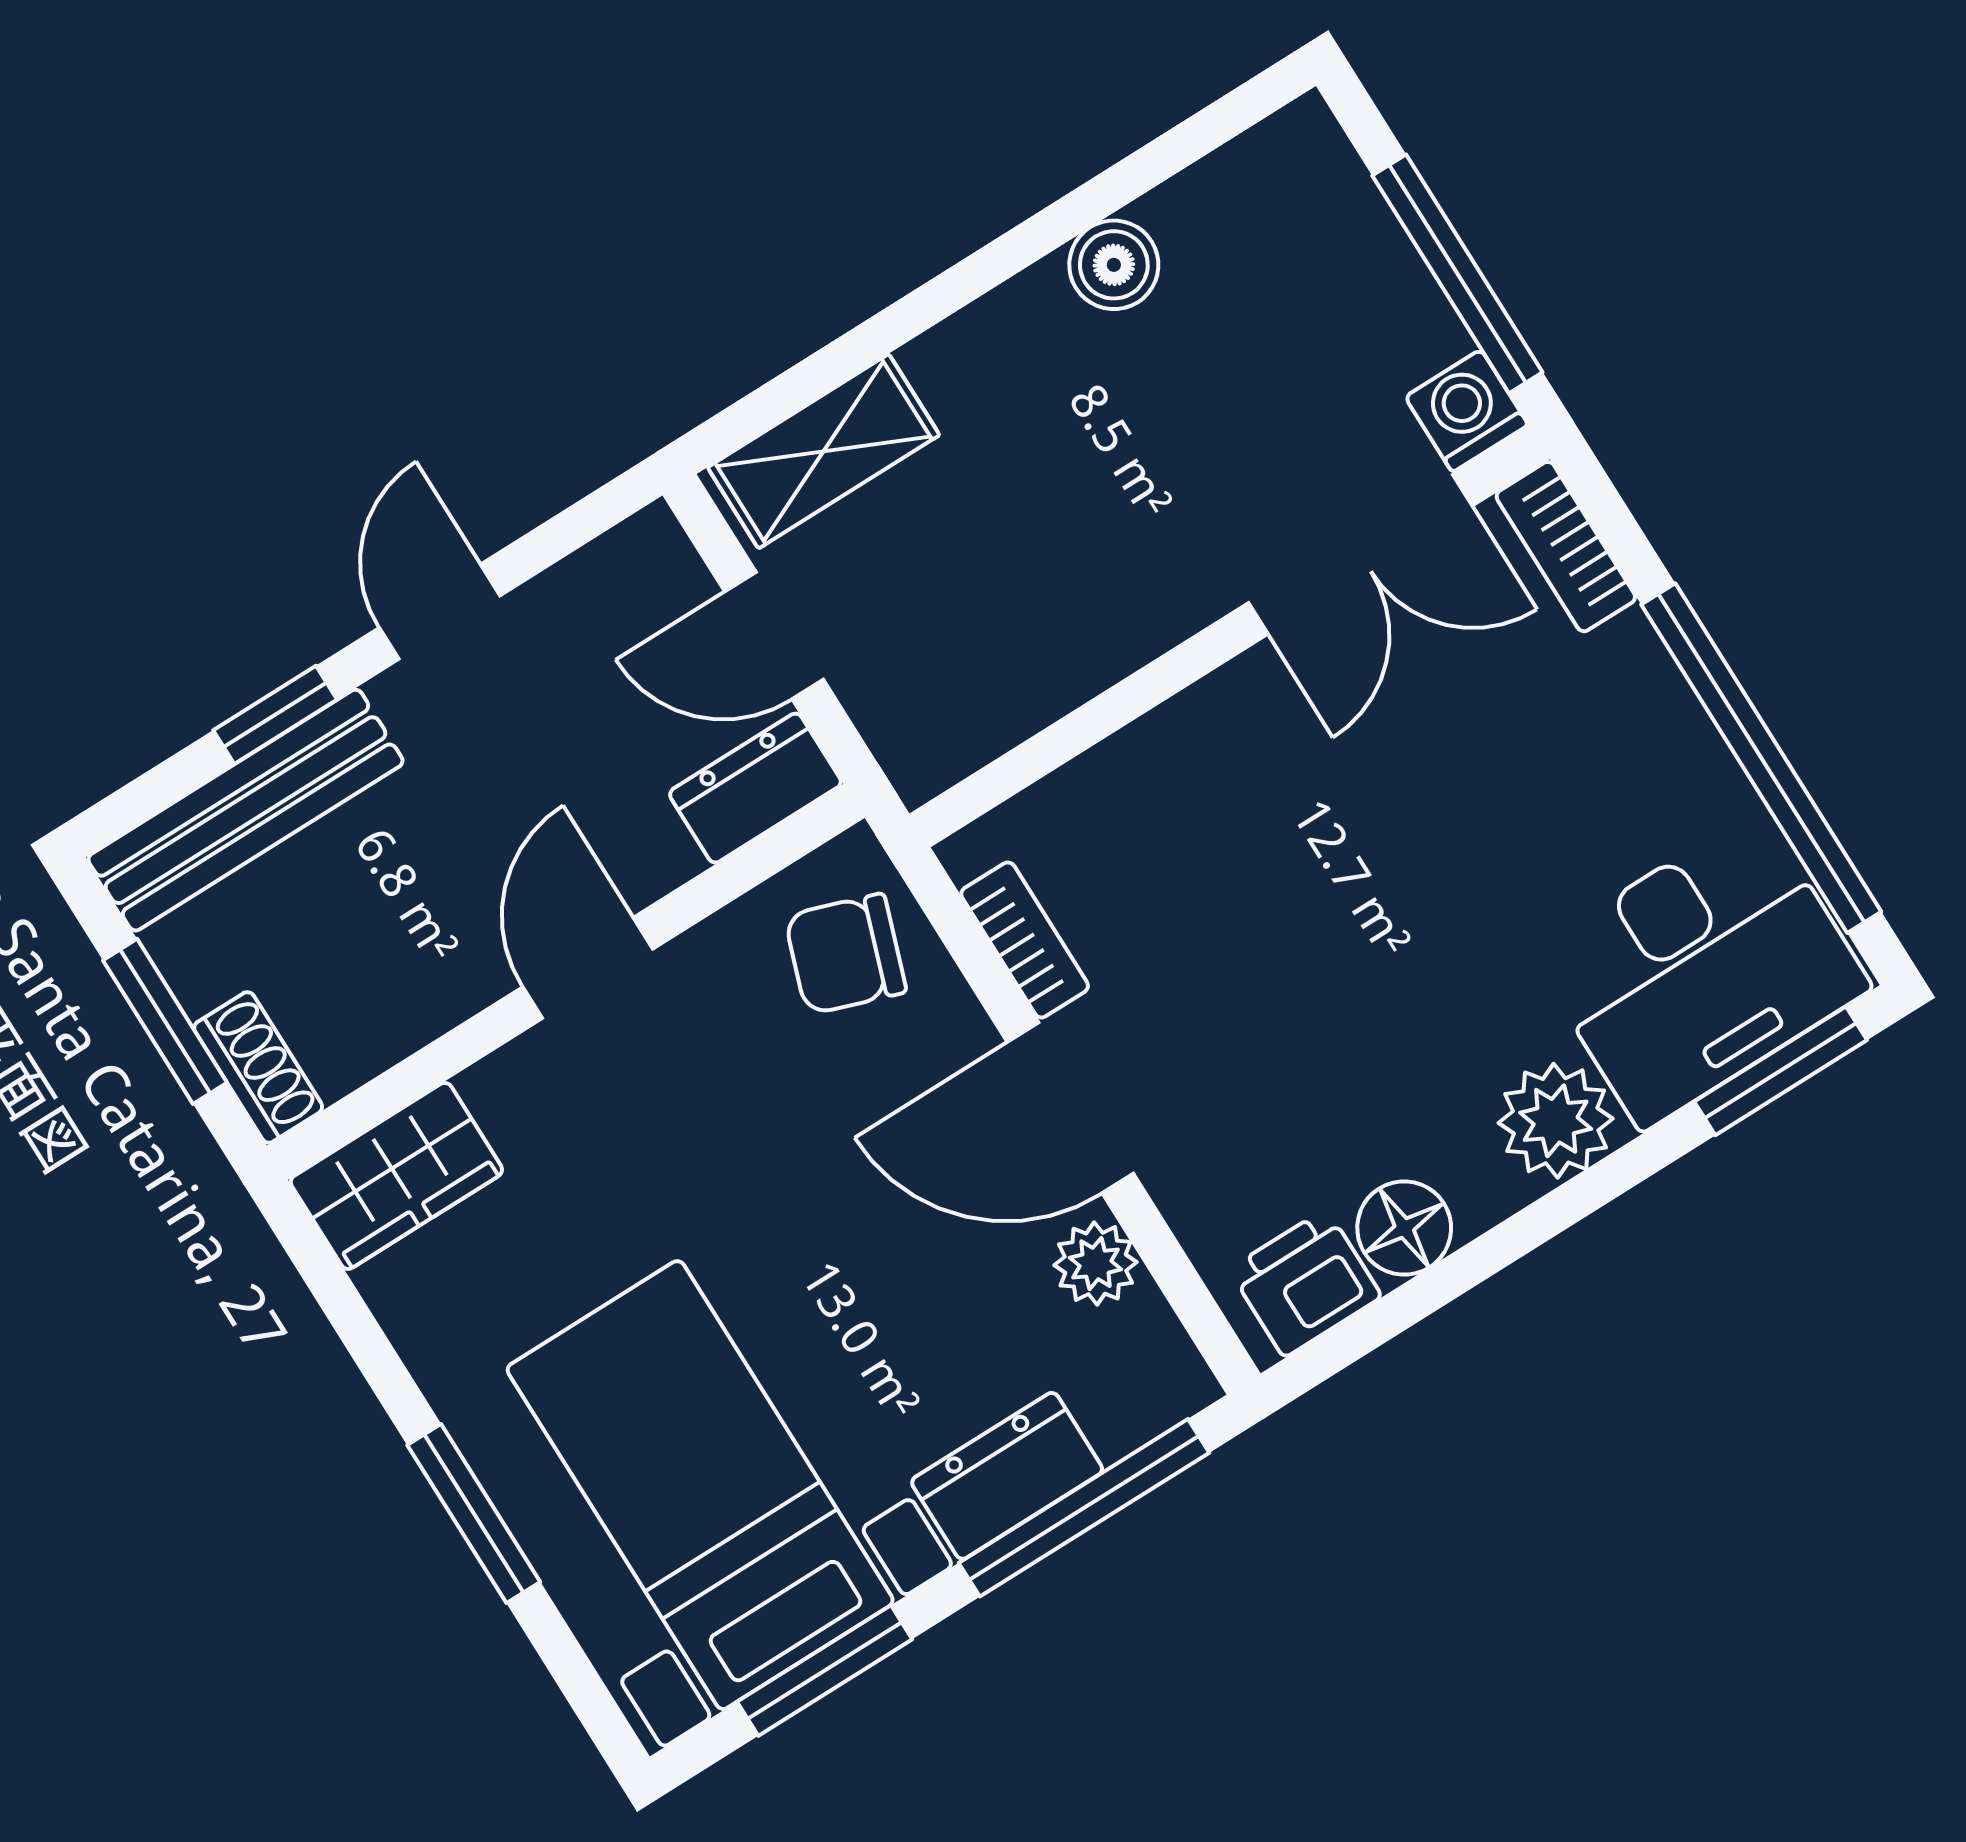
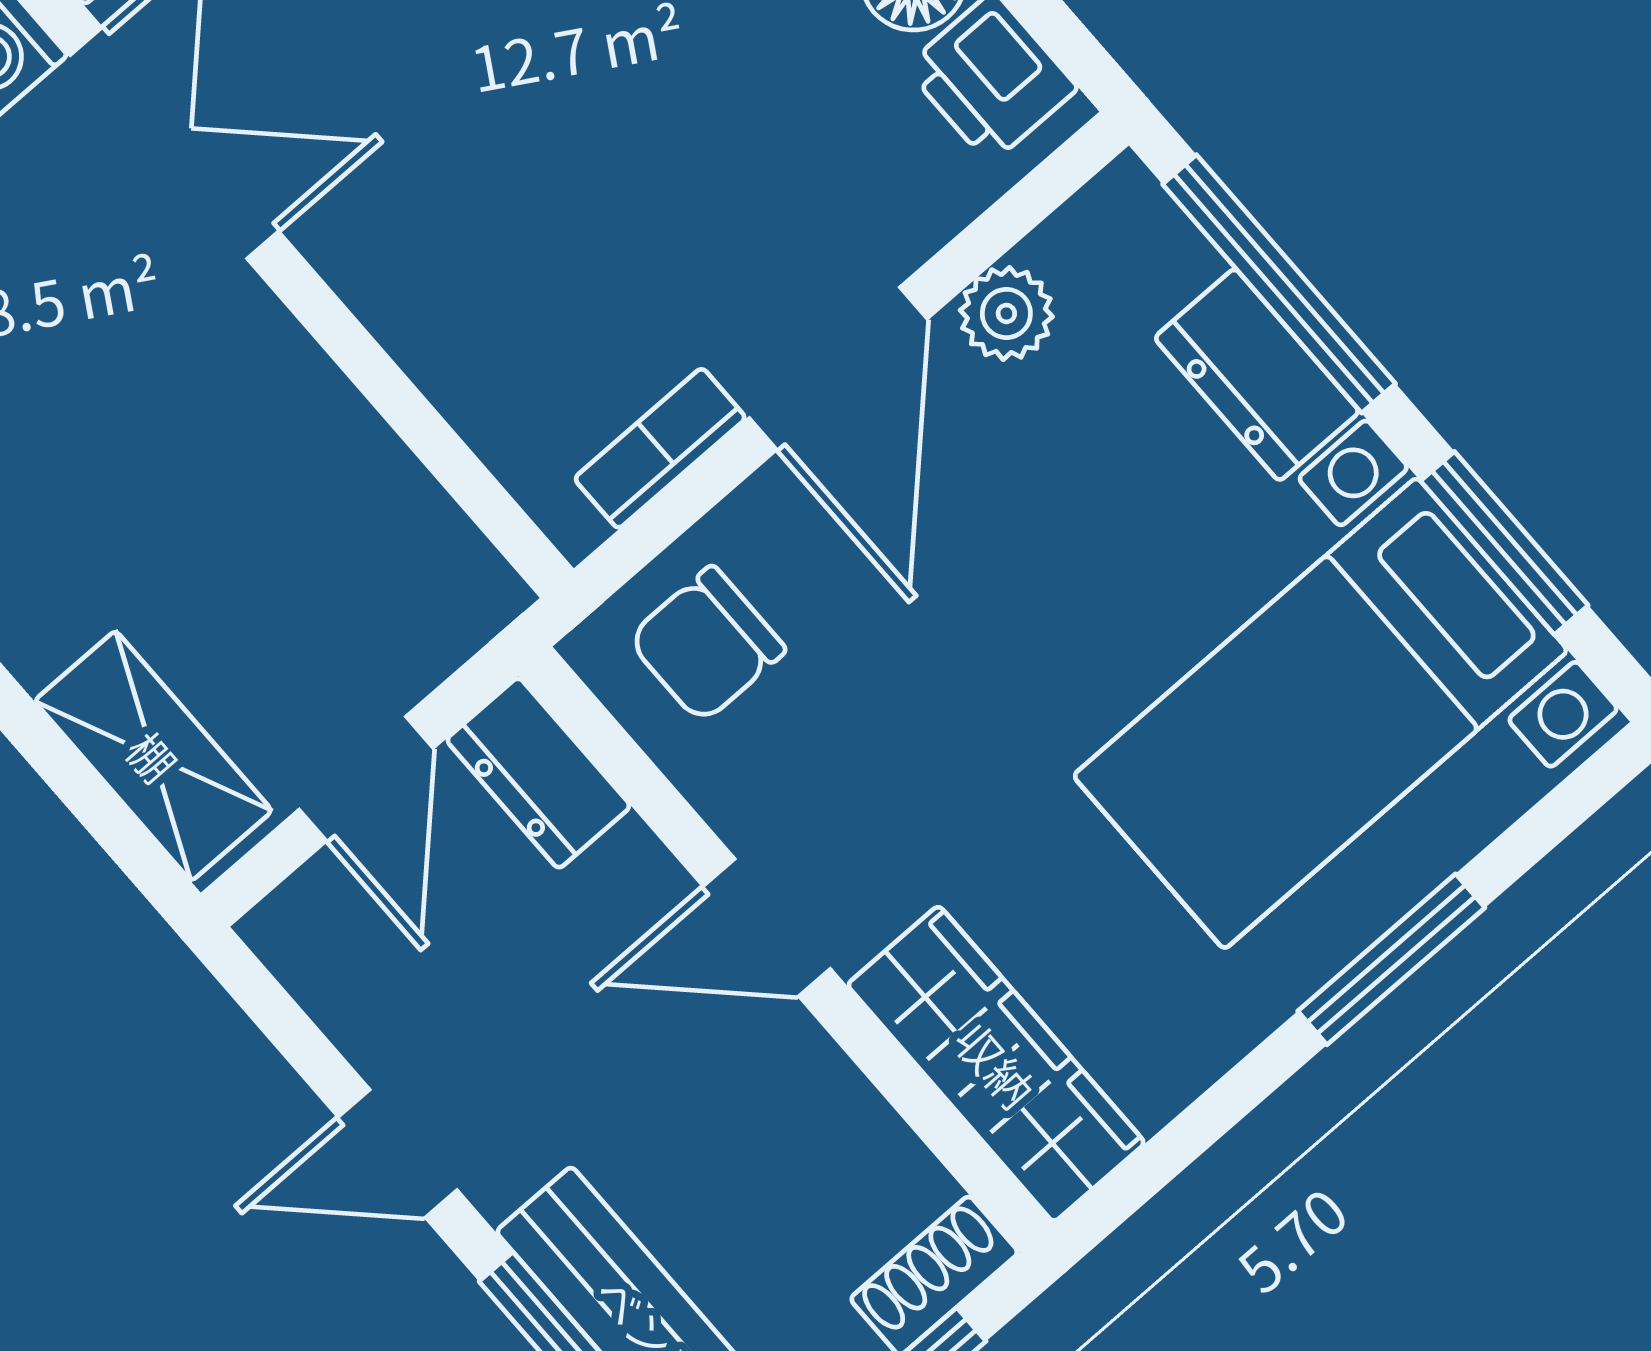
chair: (845, 954) -> (707, 644), turned 71
wardrobe: (396, 1176) -> (996, 1064), width x1.50

